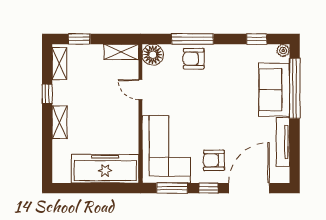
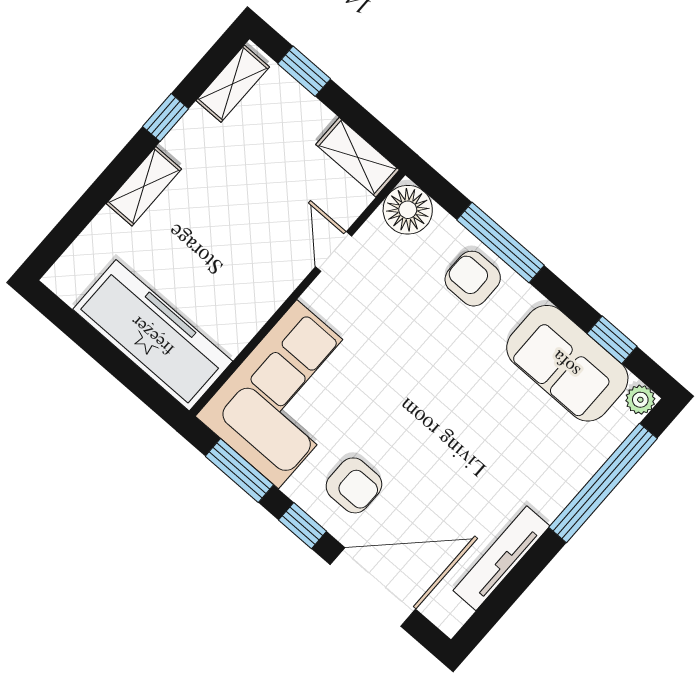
sofa: (274, 90) -> (567, 363), moved, turned -90
armchair: (214, 160) -> (354, 485), turned 180

